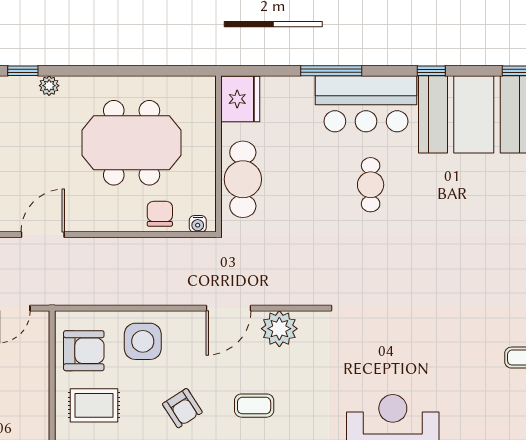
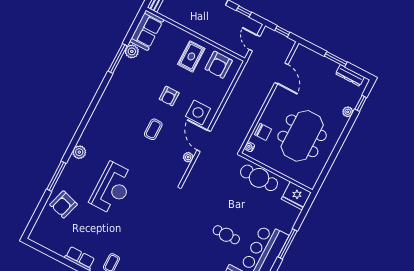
plant: (279, 329) -> (188, 157), width x0.53, depth x0.53
side table: (143, 341) -> (198, 112), moved
armchair: (182, 408) -> (169, 96), turned -57

